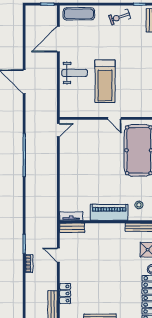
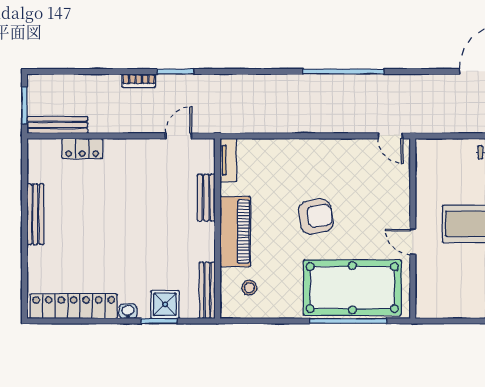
door: (114, 118) -> (413, 242), hinge flipped
armchair: (101, 170) -> (316, 216), added
bench: (72, 228) -> (206, 198), moved
door: (58, 255) -> (179, 136), moved

